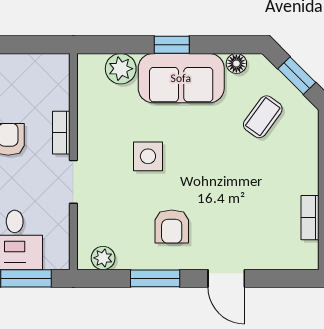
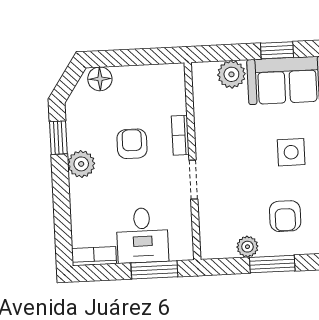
side table: (148, 156) -> (291, 152), moved
plant: (103, 258) -> (247, 247), moved

